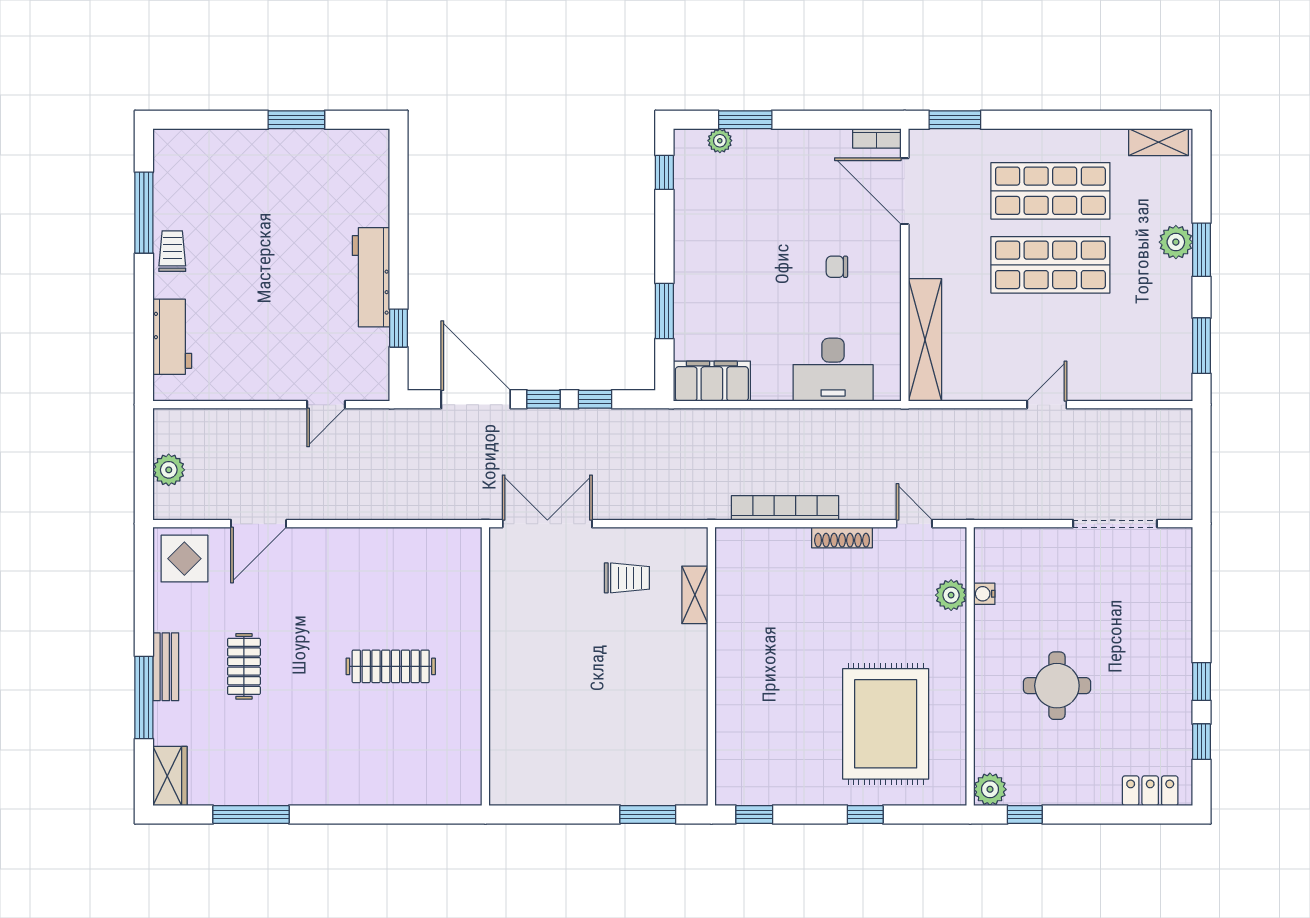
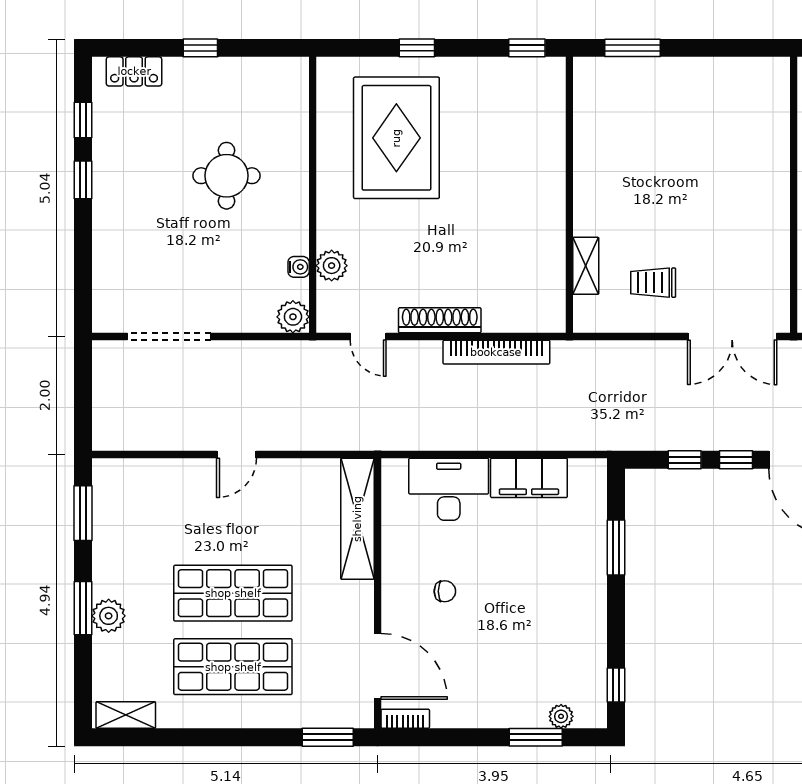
filing cabinet: (712, 381) -> (529, 478), moved
shoe rack: (842, 538) -> (440, 320), width x1.36, depth x1.24
plant: (990, 789) -> (293, 317), moved
window: (1025, 814) -> (200, 48), moved

